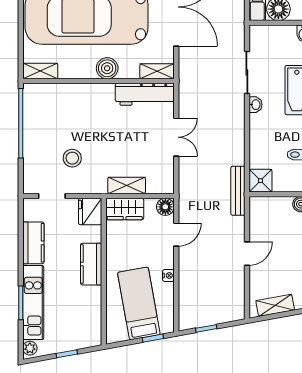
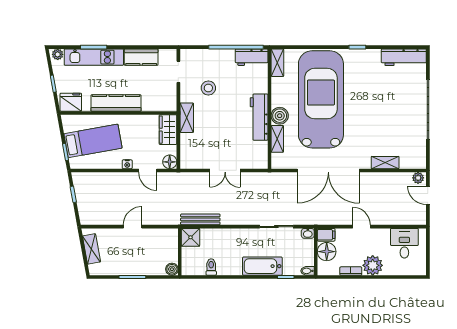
shelving: (157, 71) -> (277, 139), moved
workbench: (145, 94) -> (259, 117), moved
workbench: (33, 104) -> (252, 57), added
washbasin: (255, 105) -> (308, 233), moved
shelving: (127, 185) -> (187, 118), moved
bench: (238, 191) -> (200, 219), moved
fridge: (90, 211) -> (71, 102), moved
door: (247, 254) -> (133, 227), swing flipped
kitchen counter: (91, 264) -> (116, 103), width x1.50
nightstand: (168, 276) -> (127, 164), moved

